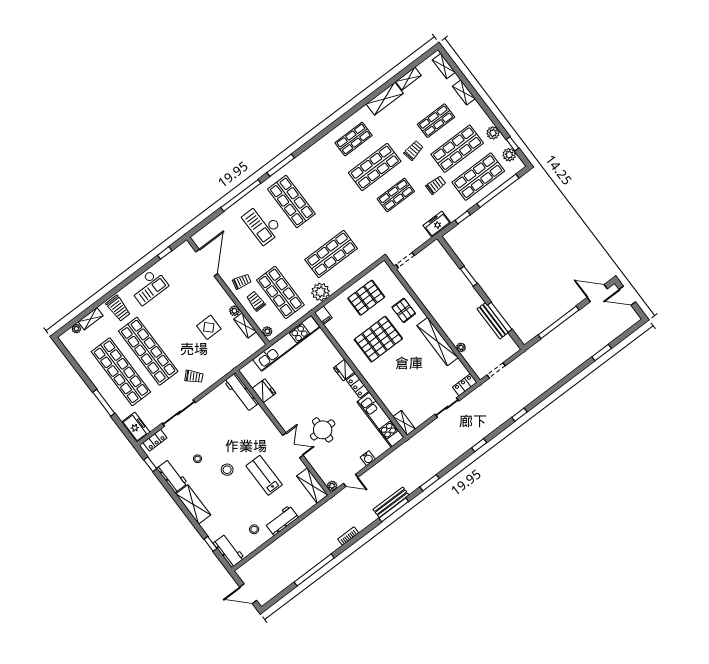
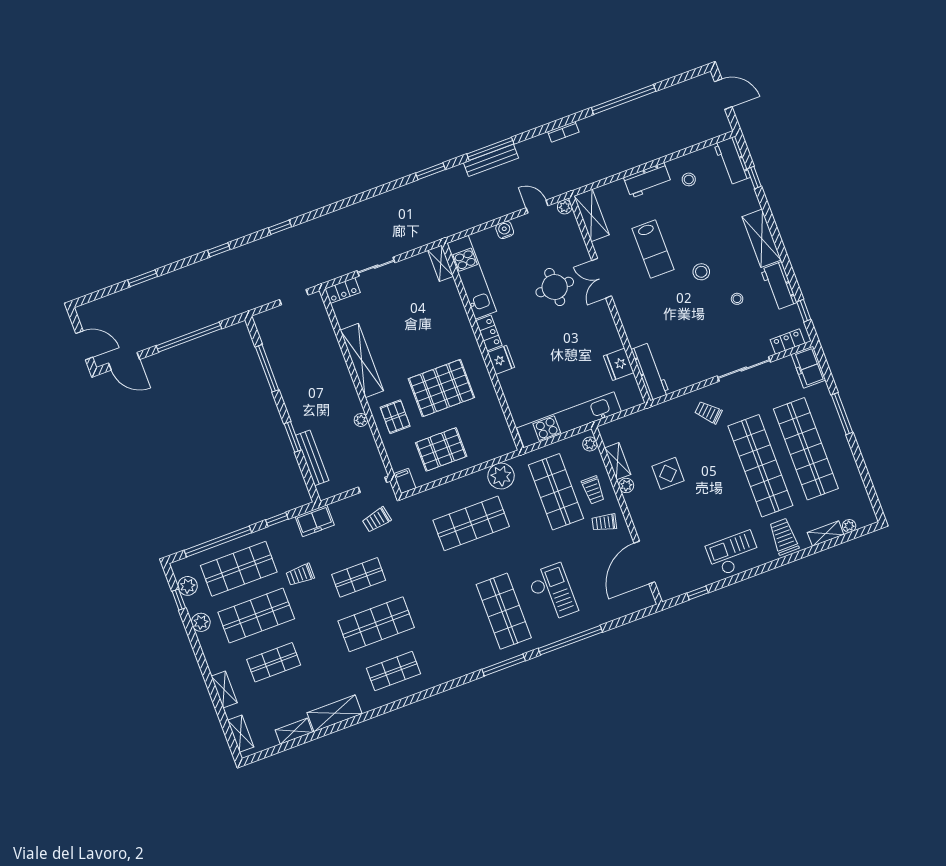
trolley: (414, 150) -> (377, 520), moved
filing cabinet: (323, 315) -> (405, 481), moved
bench: (493, 321) -> (312, 458), moved
plant: (461, 347) -> (361, 420), moved
window: (479, 445) -> (219, 250), moved

